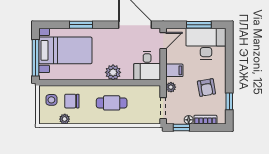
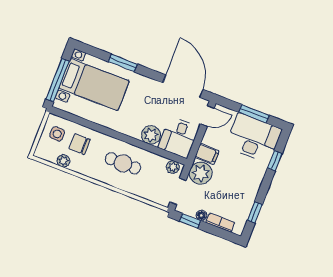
window: (229, 55) -> (275, 161), added
plant: (113, 72) -> (151, 135), moved
plant: (171, 87) -> (201, 173), width x1.87, depth x1.87
armchair: (206, 88) -> (235, 187), removed
plant: (152, 91) -> (173, 167), added

